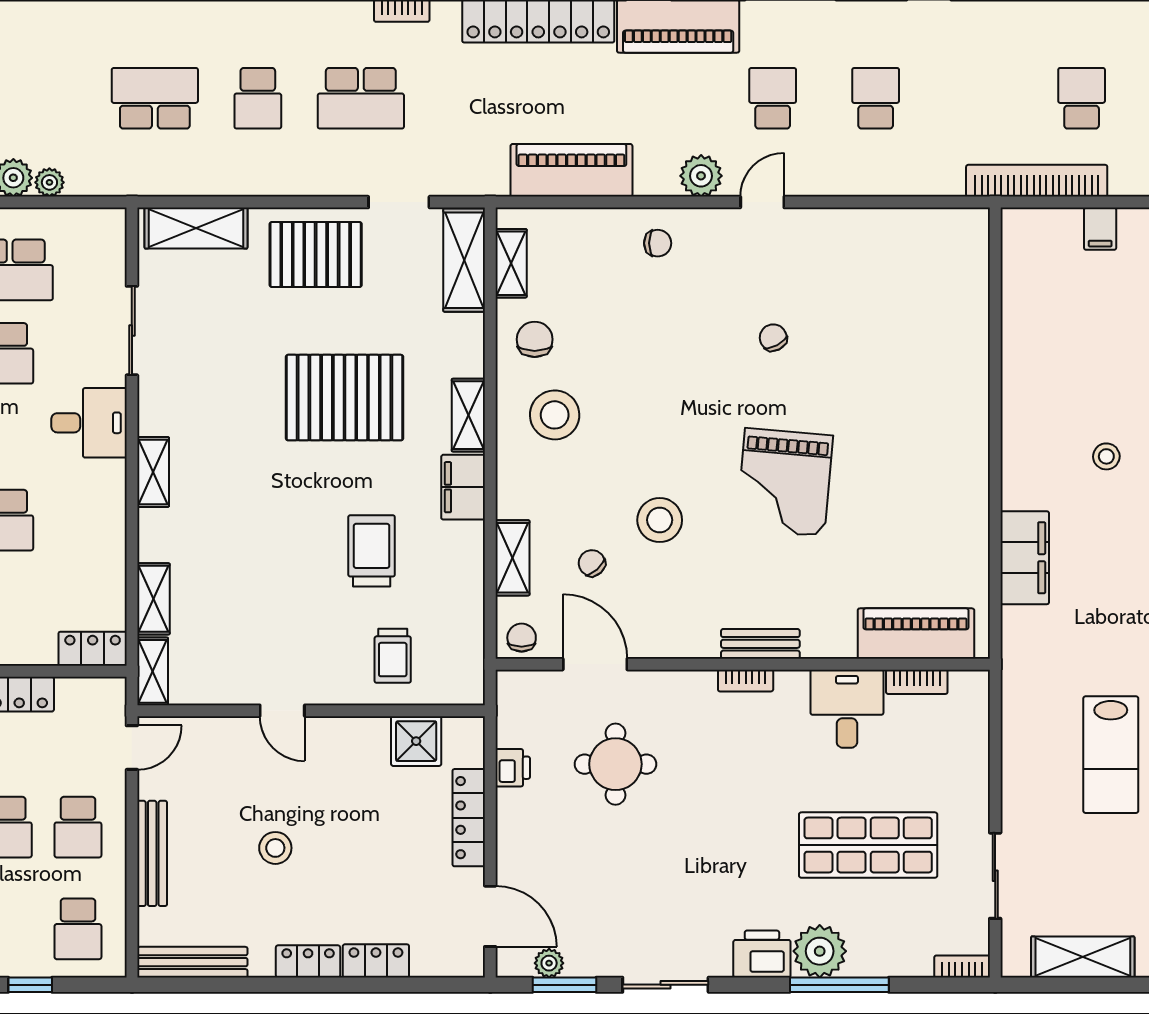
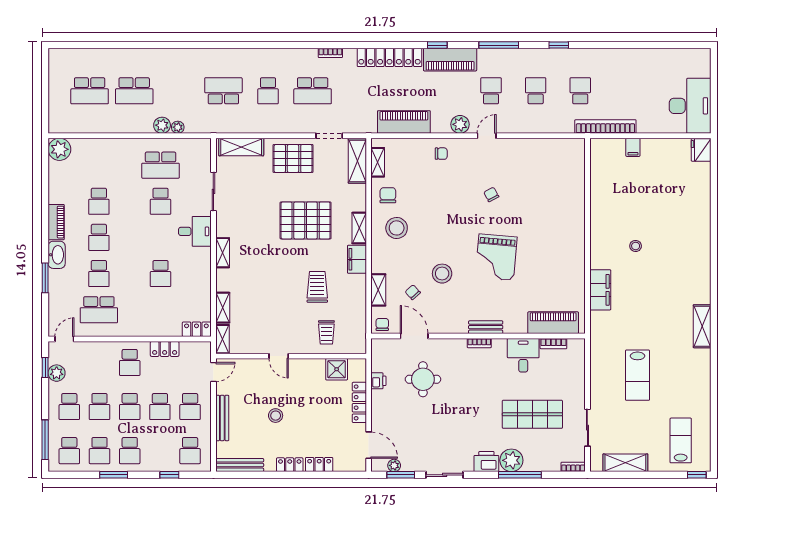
school desk: (1082, 98) -> (580, 91), moved

